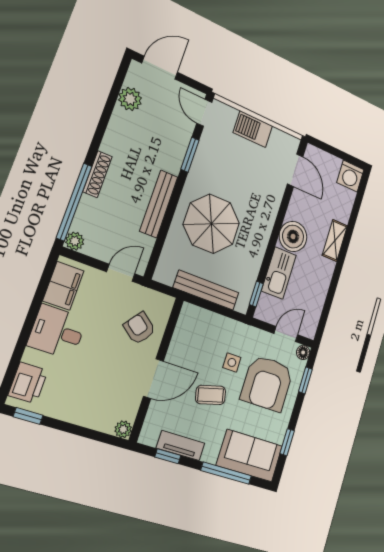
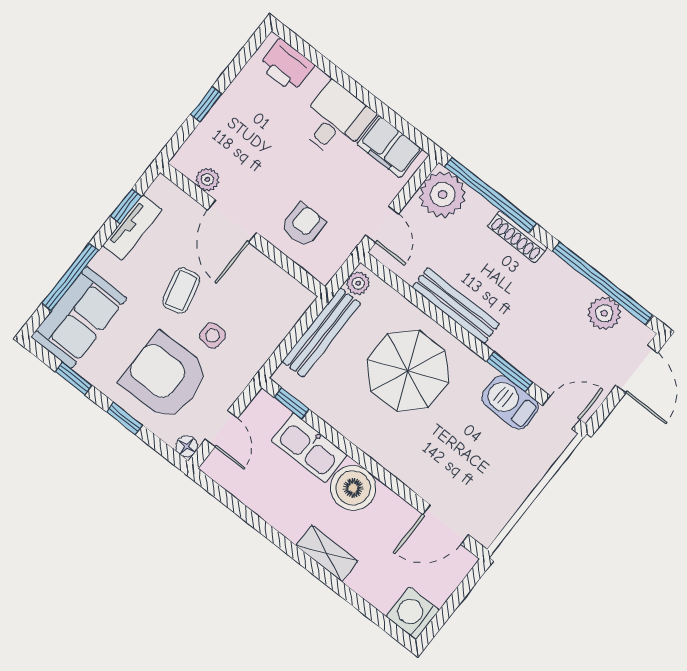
window: (110, 105) -> (602, 283), added
barbecue: (253, 129) -> (510, 402), moved, turned -90
plant: (75, 241) -> (443, 195), width x1.88, depth x1.88
plant: (166, 276) -> (358, 283), added
armchair: (139, 328) -> (303, 225), turned -38
window: (305, 380) -> (125, 419), moved
window: (28, 416) -> (206, 104), moved
plant: (123, 429) -> (207, 179), moved

